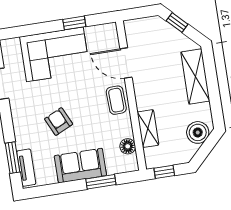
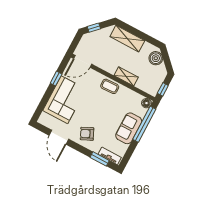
door: (126, 63) -> (83, 61), moved
armchair: (59, 122) -> (87, 134), moved
shelving: (148, 129) -> (126, 76), moved
floor lamp: (128, 146) -> (146, 103), moved
window: (101, 182) -> (144, 124), width x2.11

